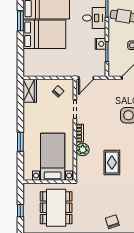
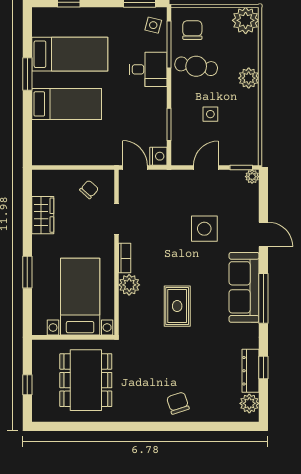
bed: (44, 34) -> (67, 104), width x0.67
nightstand: (100, 44) -> (158, 156), moved
door: (86, 78) -> (135, 167), swing flipped
wardrobe: (30, 91) -> (43, 215), moved

